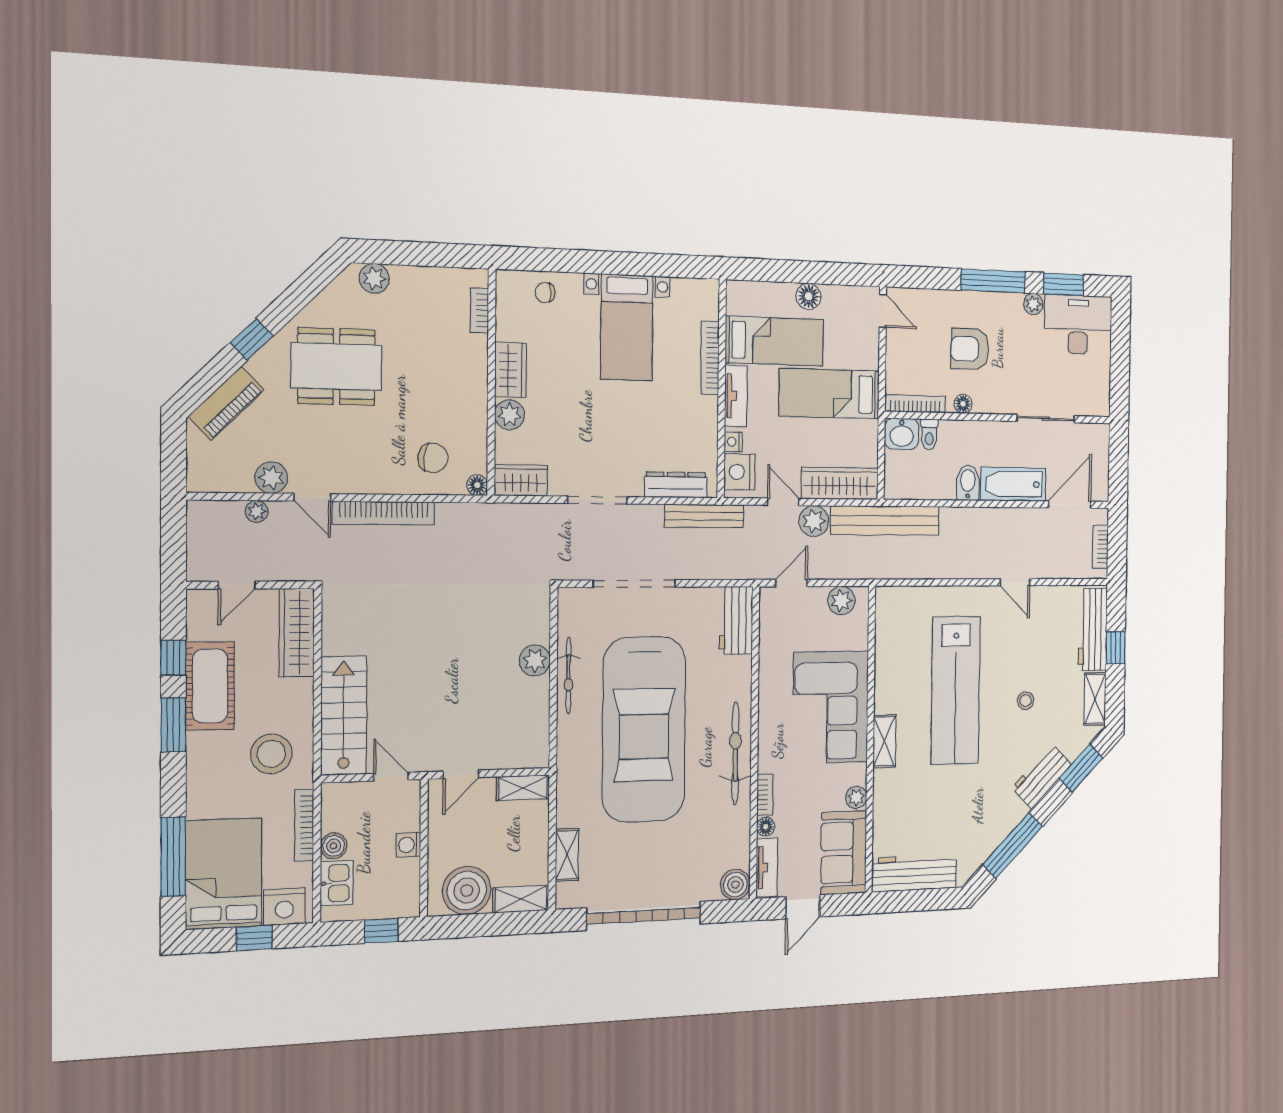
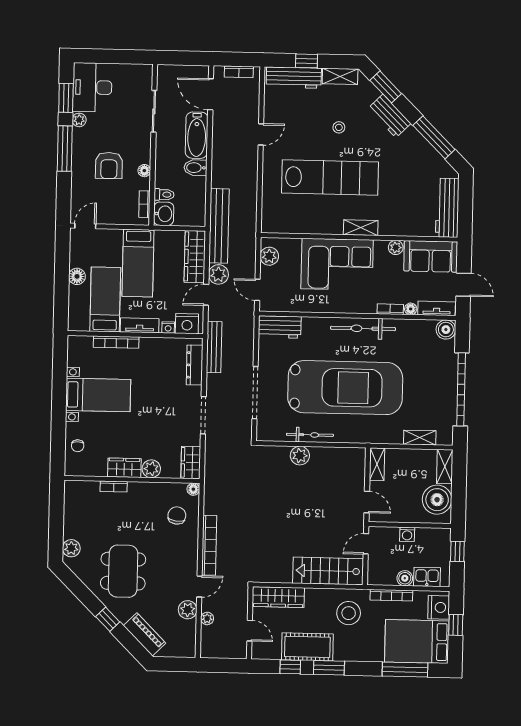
bookcase: (480, 311) -> (114, 486), moved
bookcase: (915, 404) -> (144, 204), width x0.64

